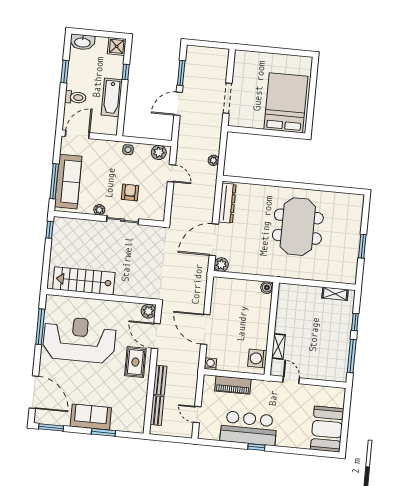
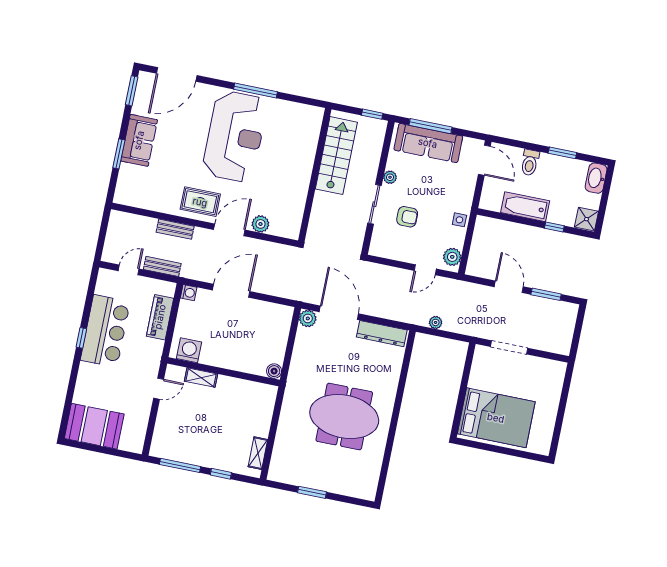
stairs: (84, 281) -> (336, 156), moved
wall: (101, 297) -> (315, 175), moved
bench: (157, 411) -> (162, 266), moved

